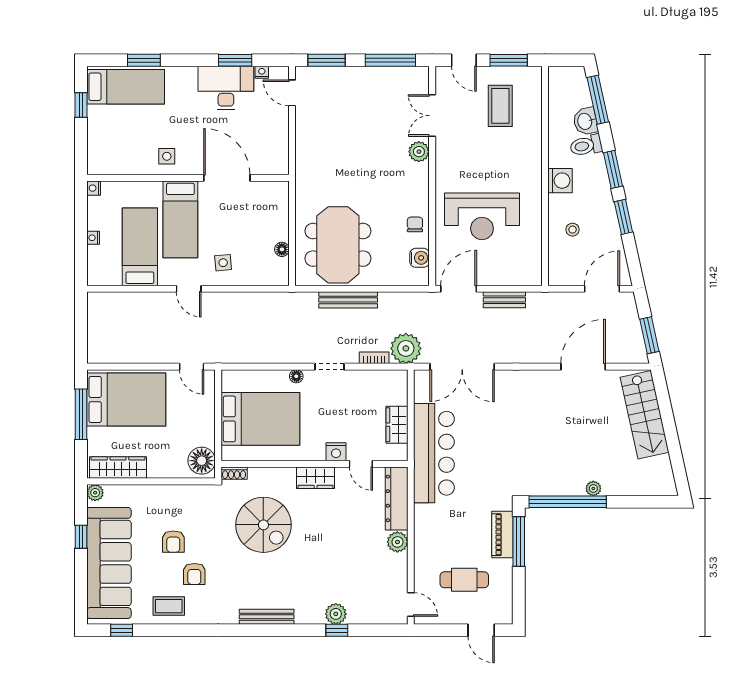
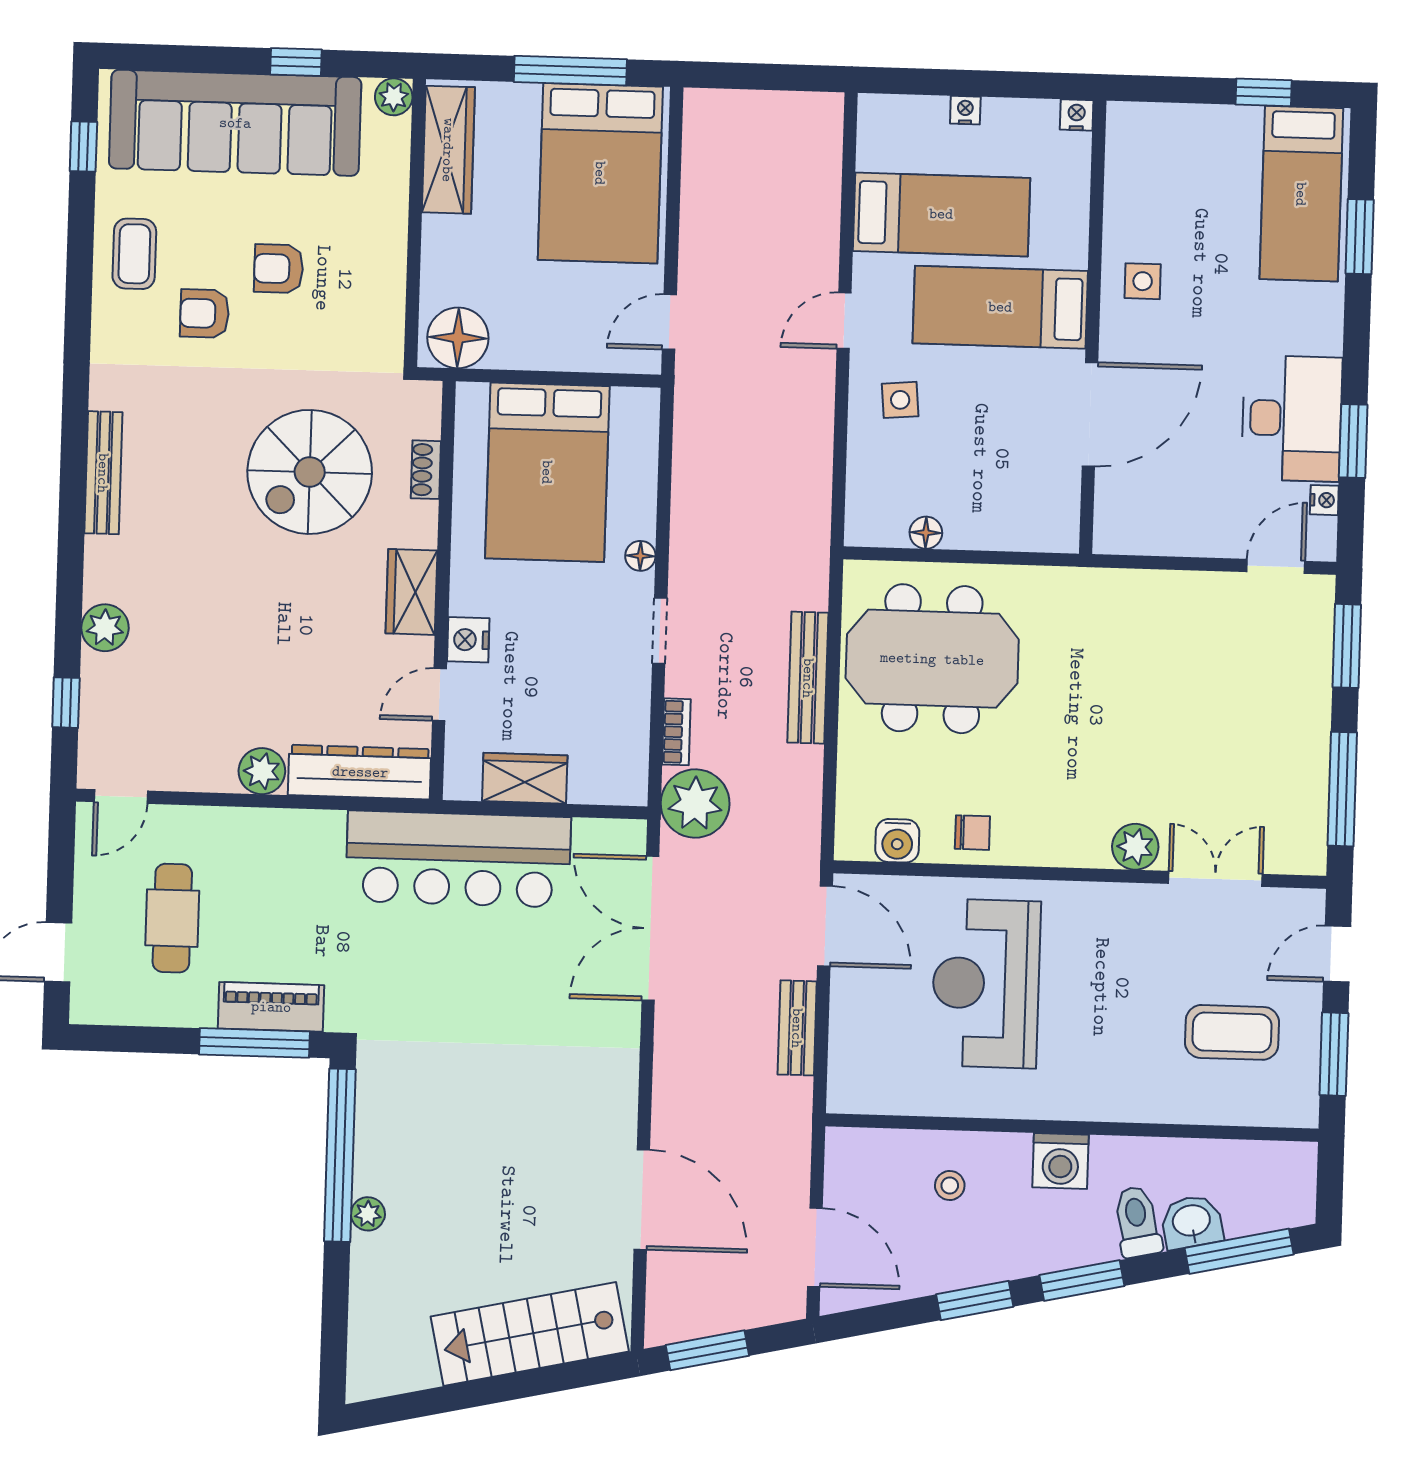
shoe rack: (234, 473) -> (426, 470), moved
window: (337, 630) -> (66, 703), moved

